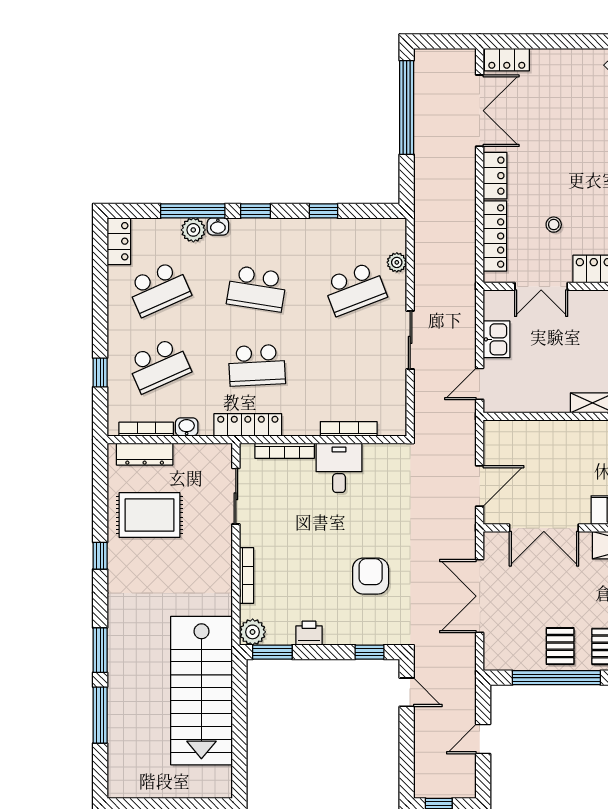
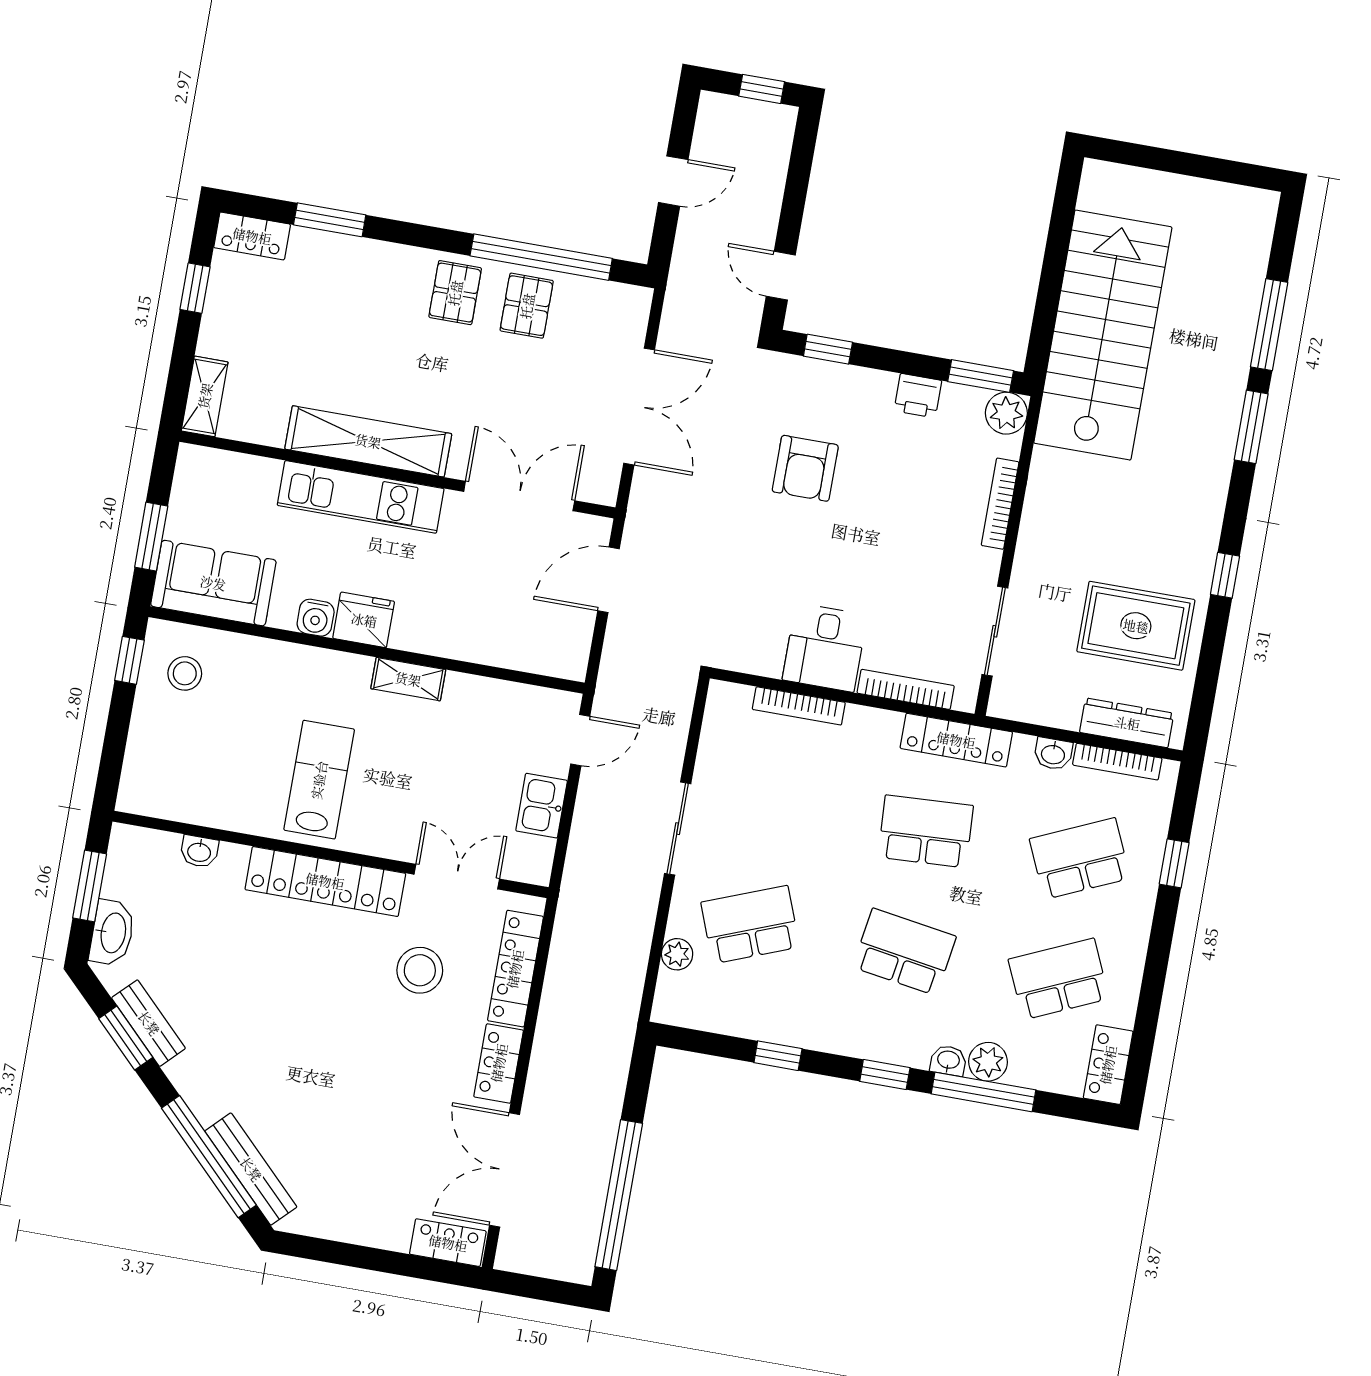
stool: (554, 225) -> (420, 970), width x1.89, depth x1.89

